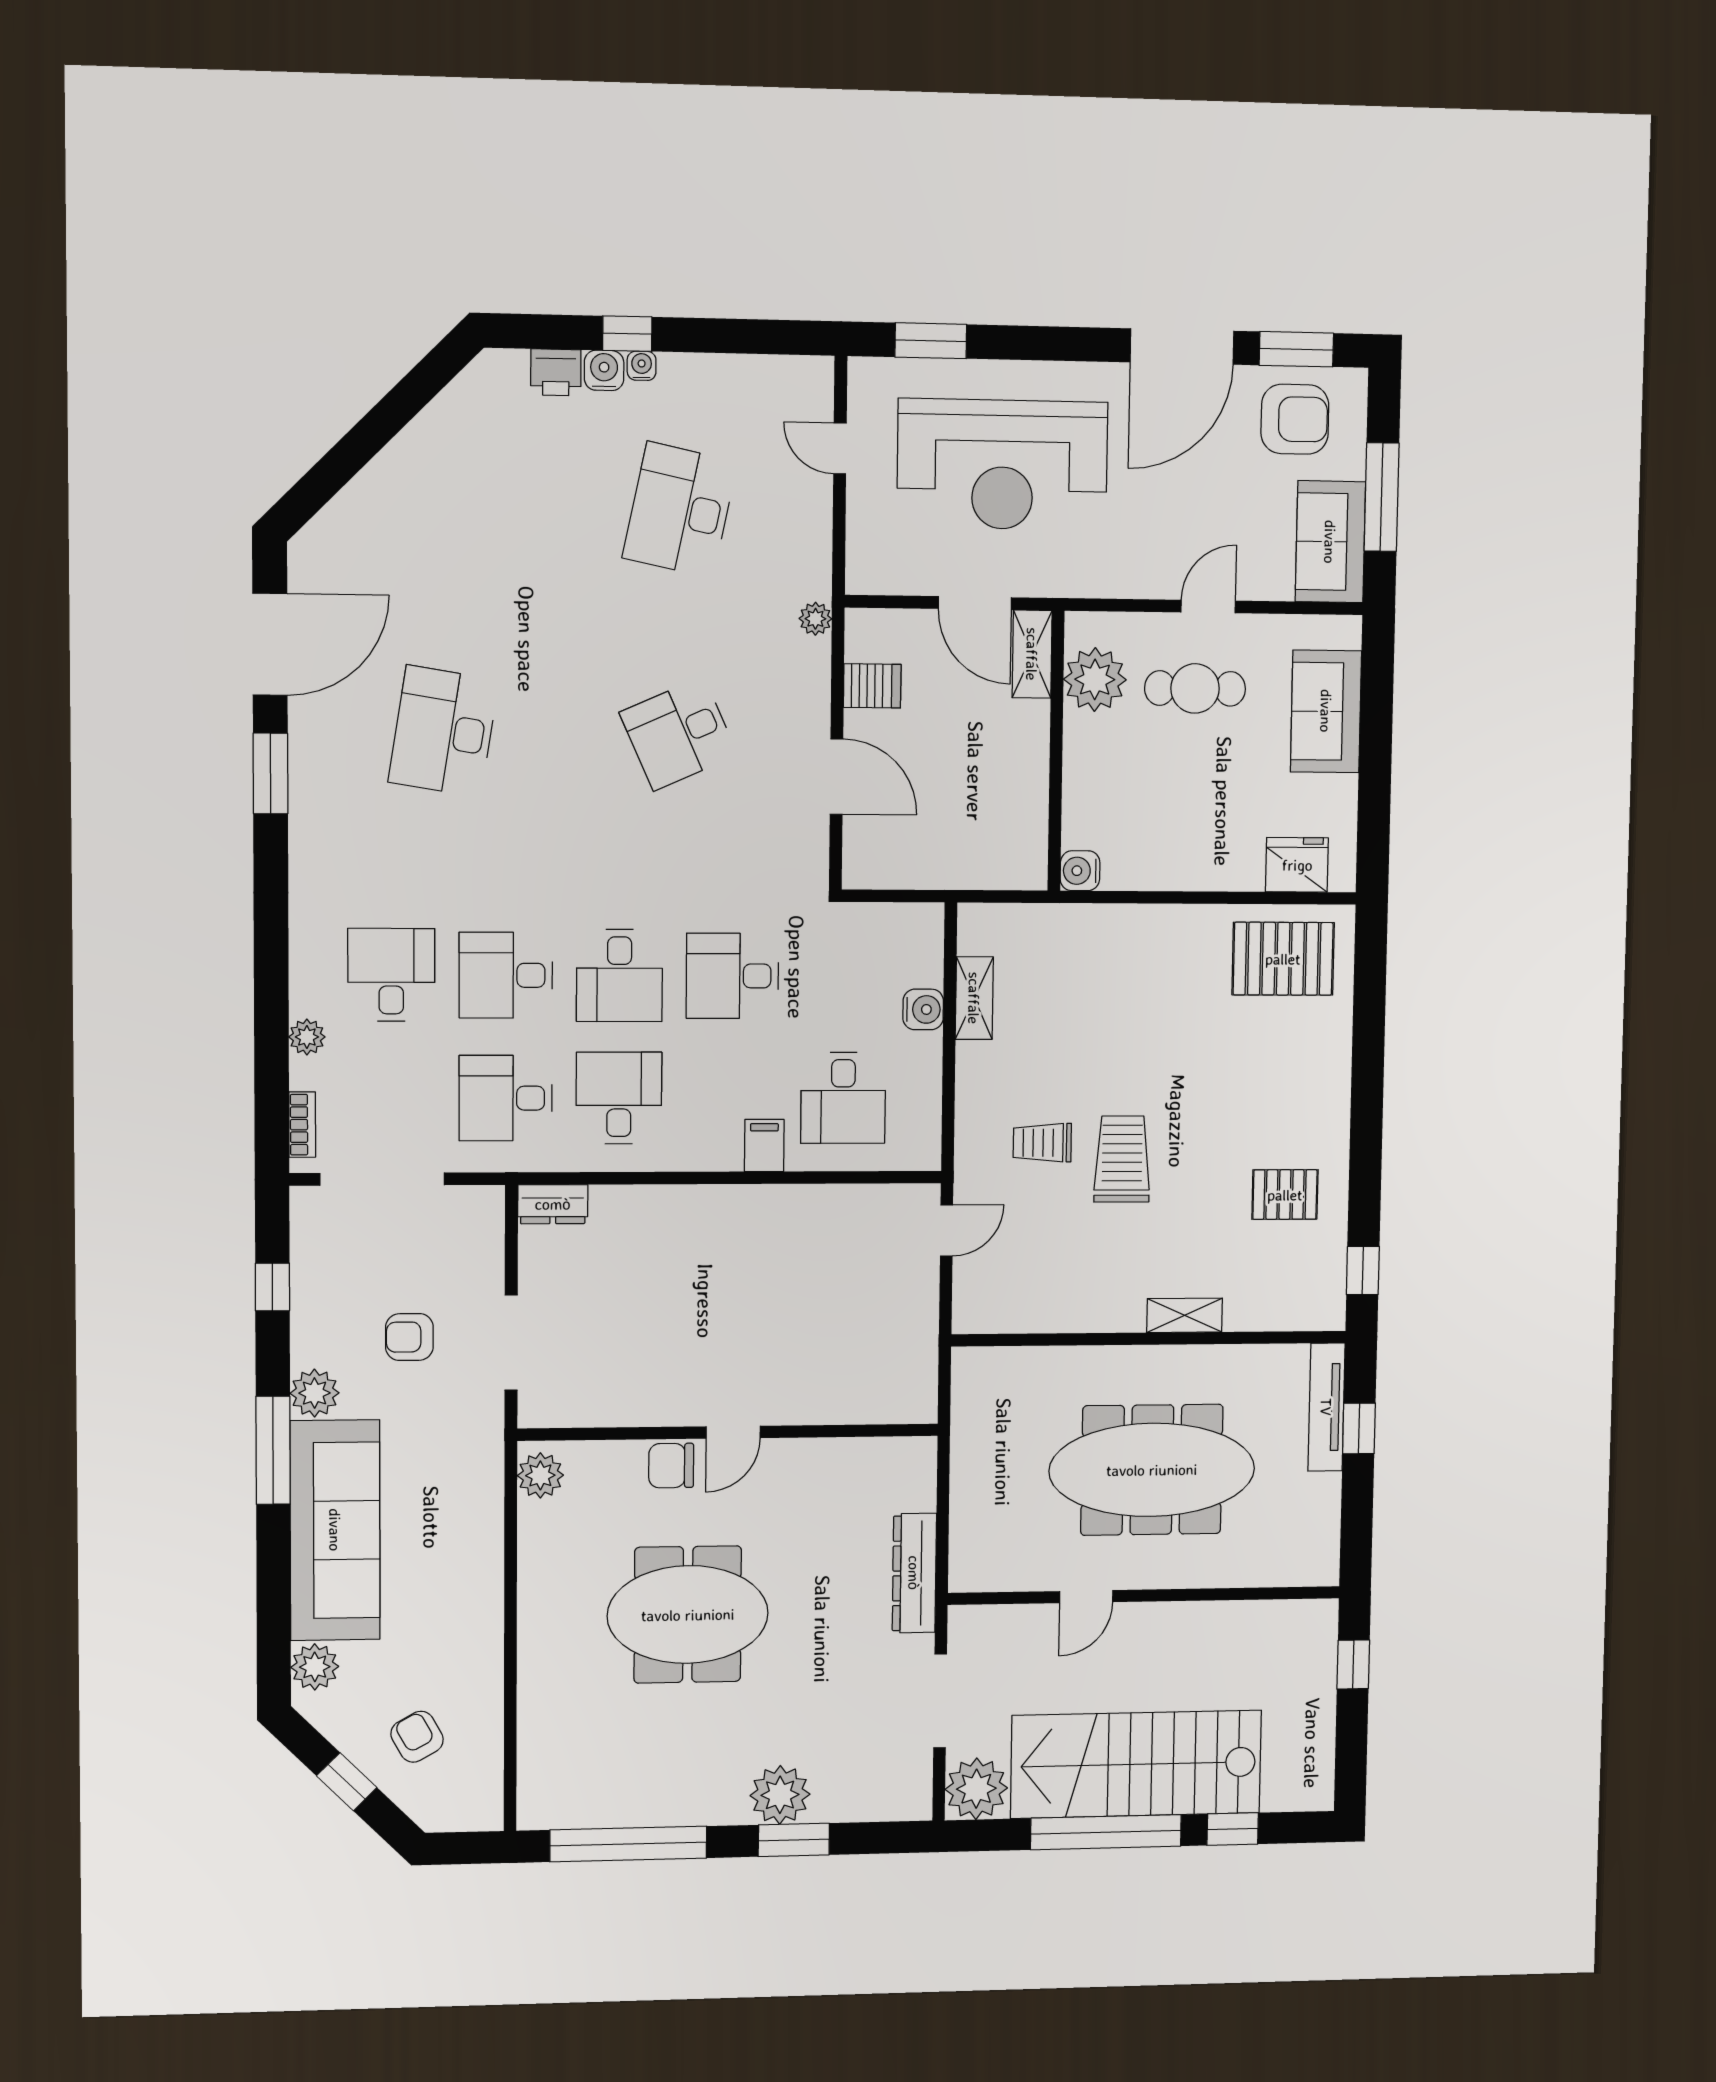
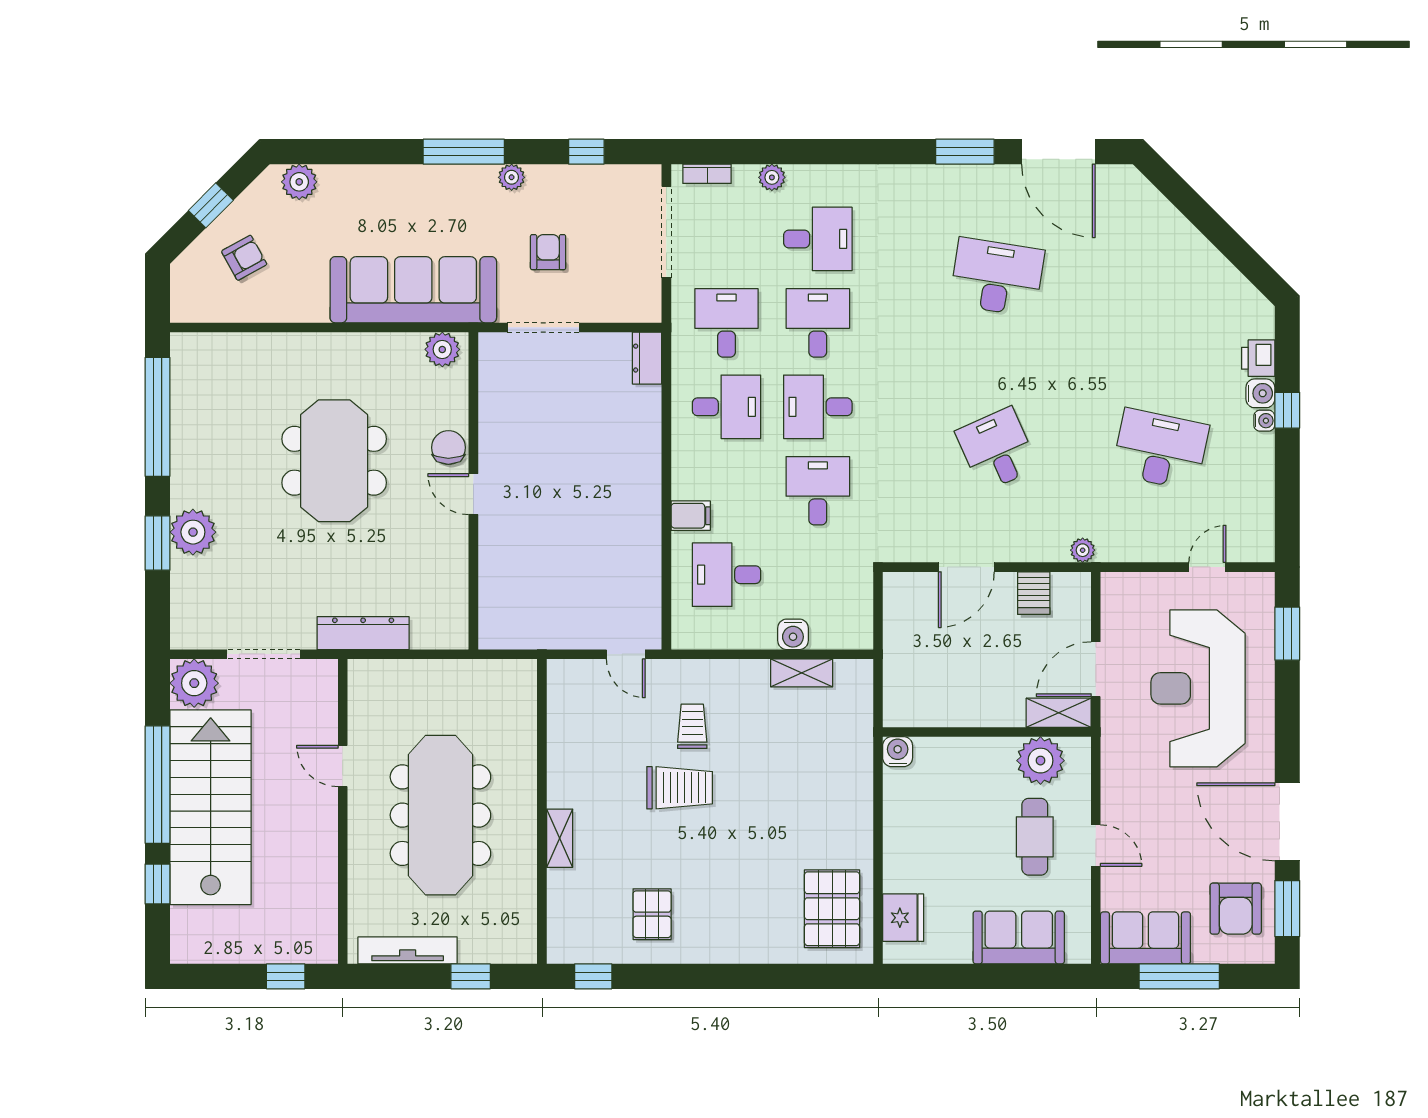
plant: (314, 1393) -> (512, 177), width x0.73, depth x0.73
tv unit: (1326, 1407) -> (408, 950), moved
sofa: (335, 1530) -> (413, 290), moved, turned 180

